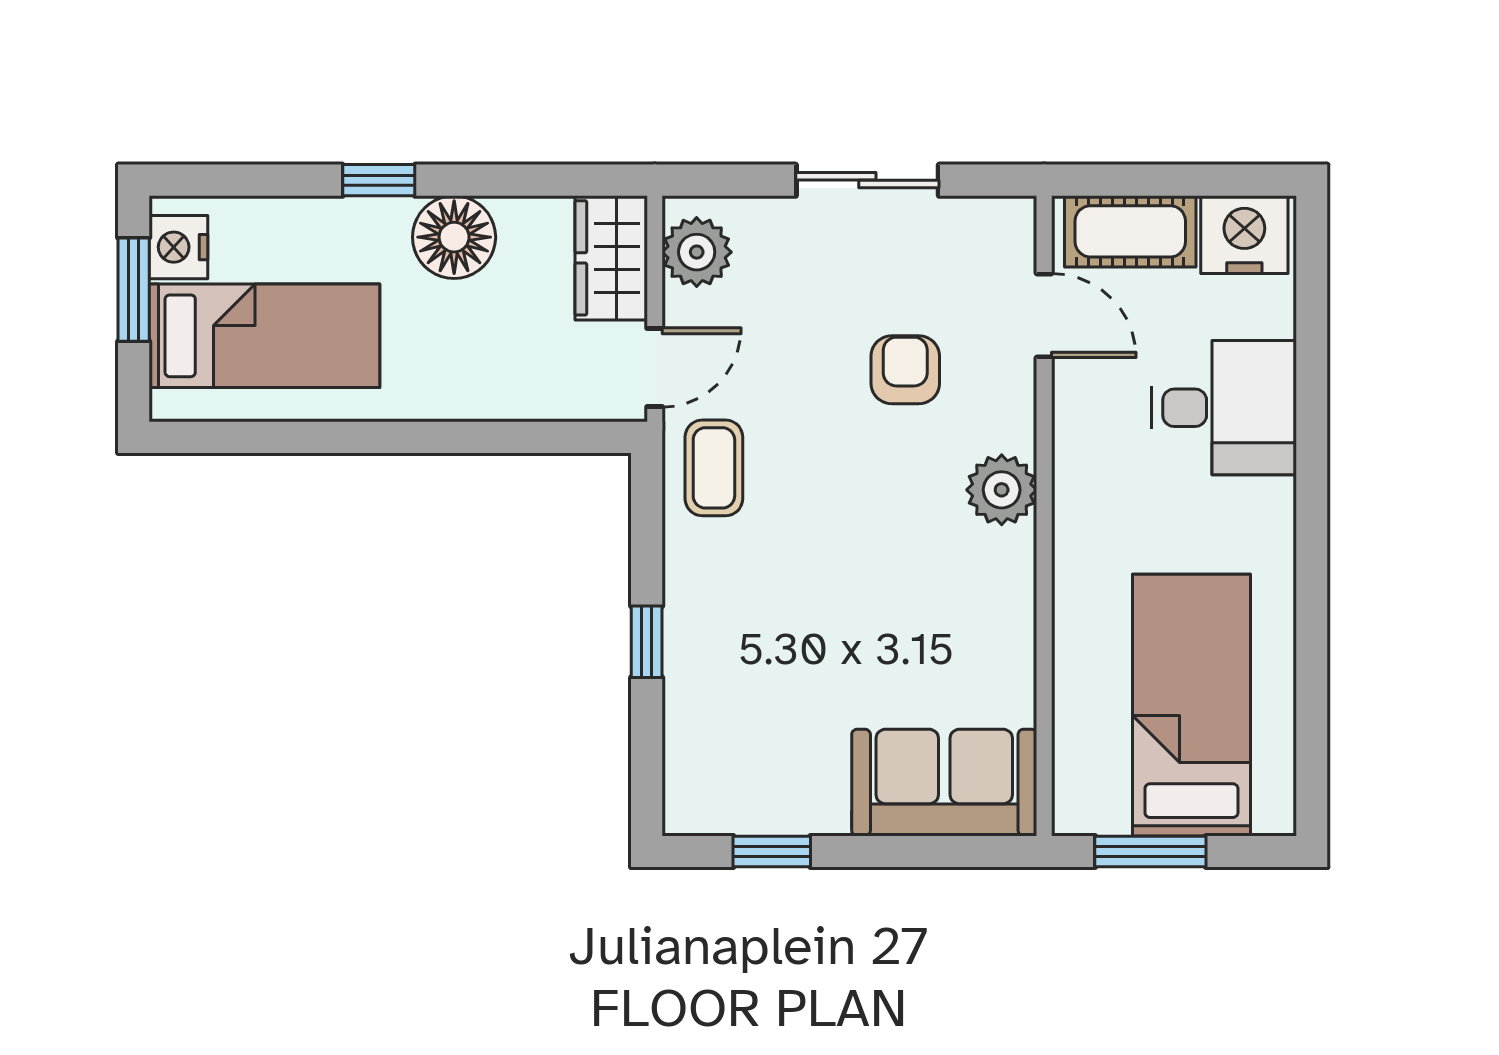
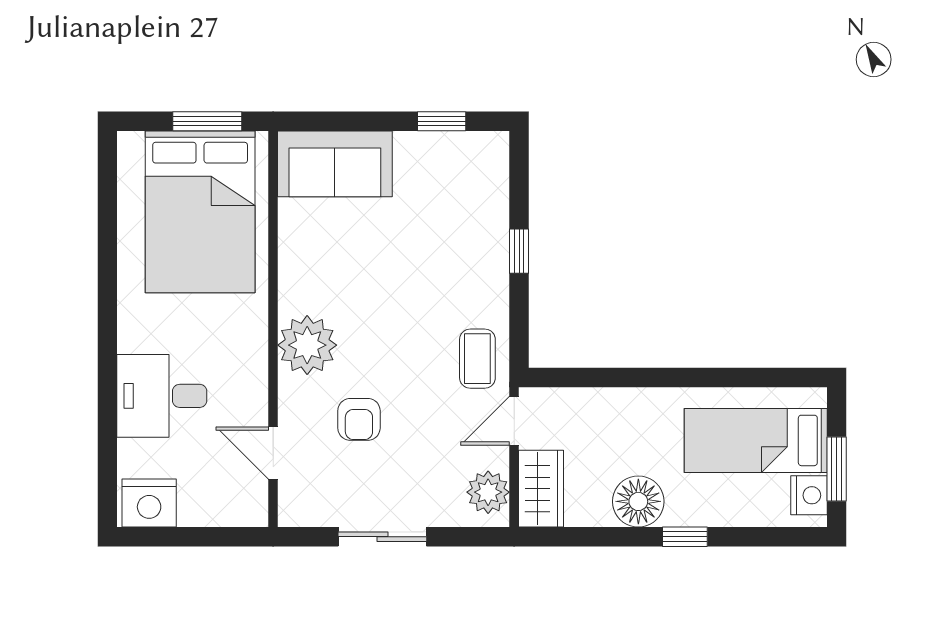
cot: (1130, 231) -> (220, 505), removed
plant: (1002, 490) -> (307, 345), width x1.36, depth x1.36
bed: (1191, 705) -> (200, 212), width x1.50

